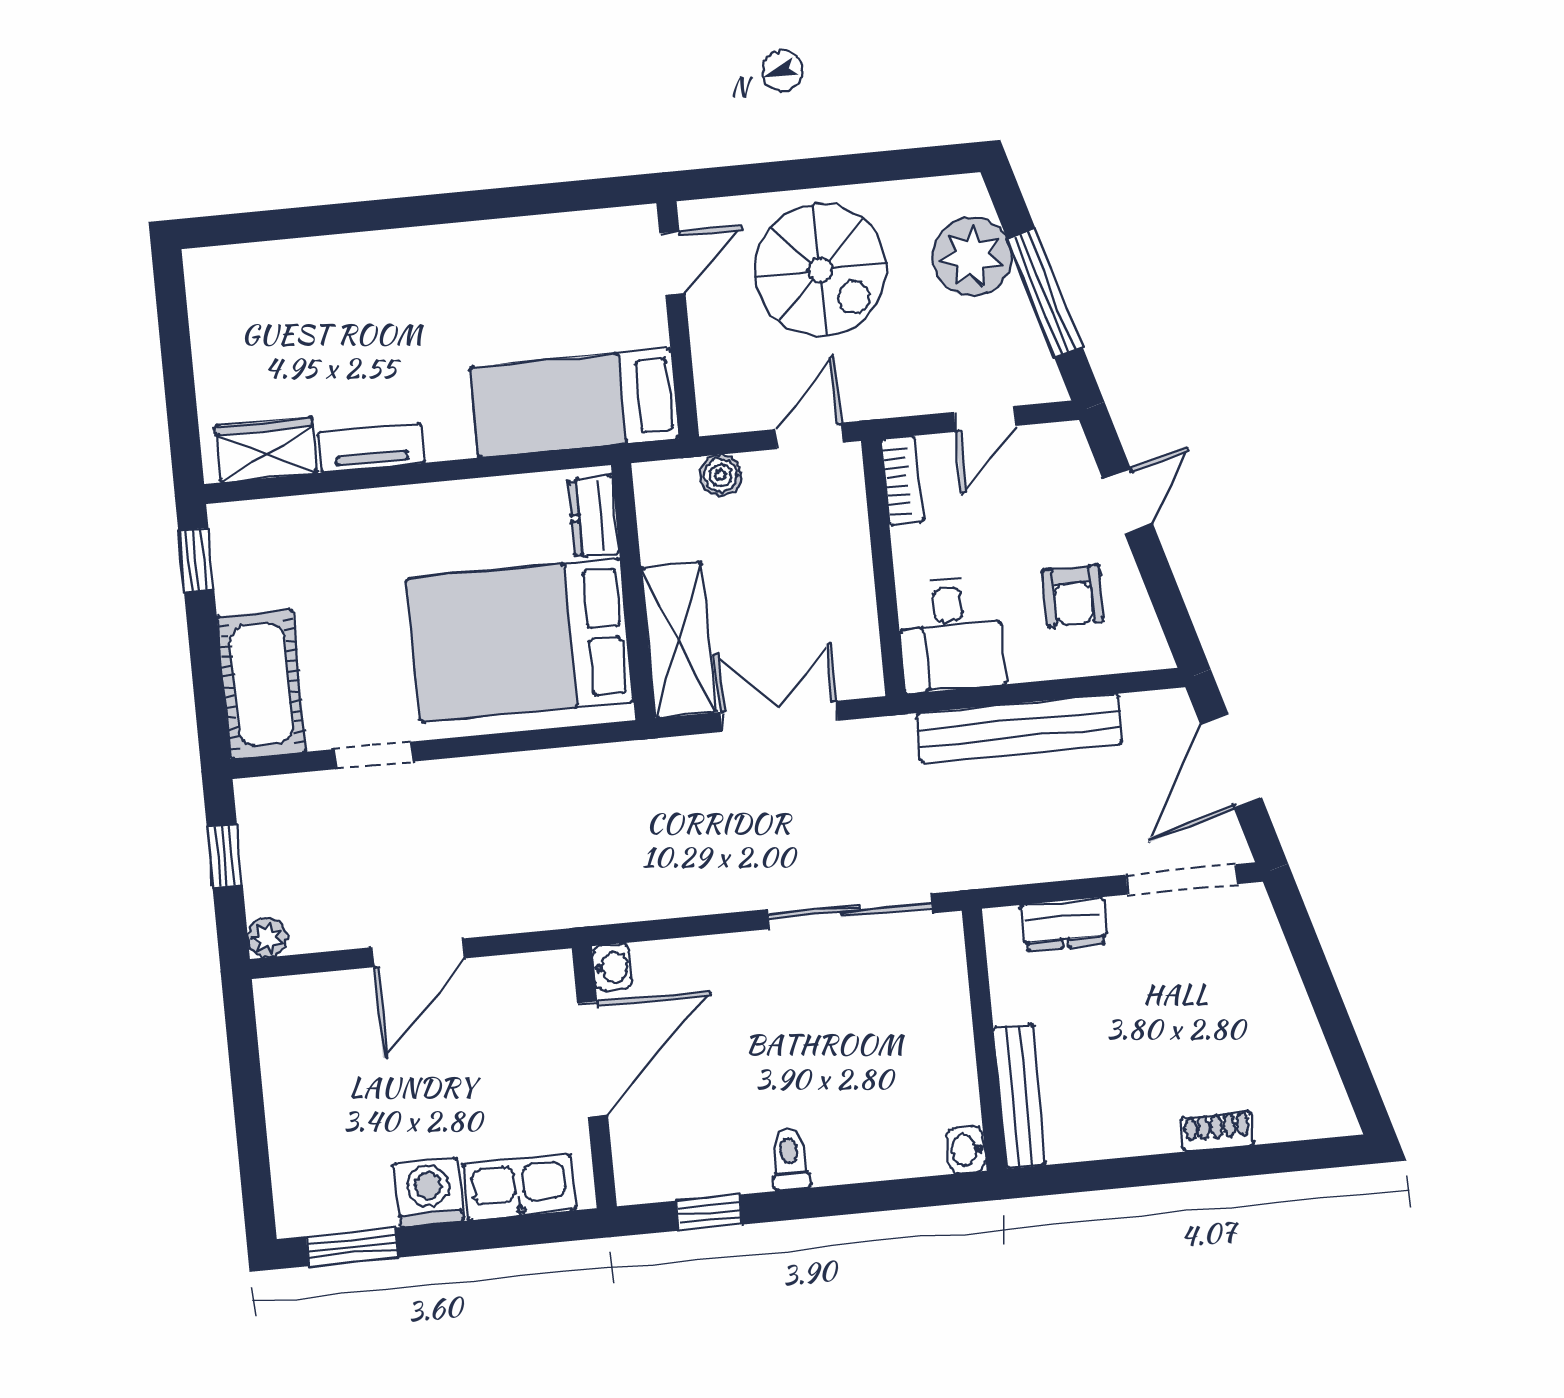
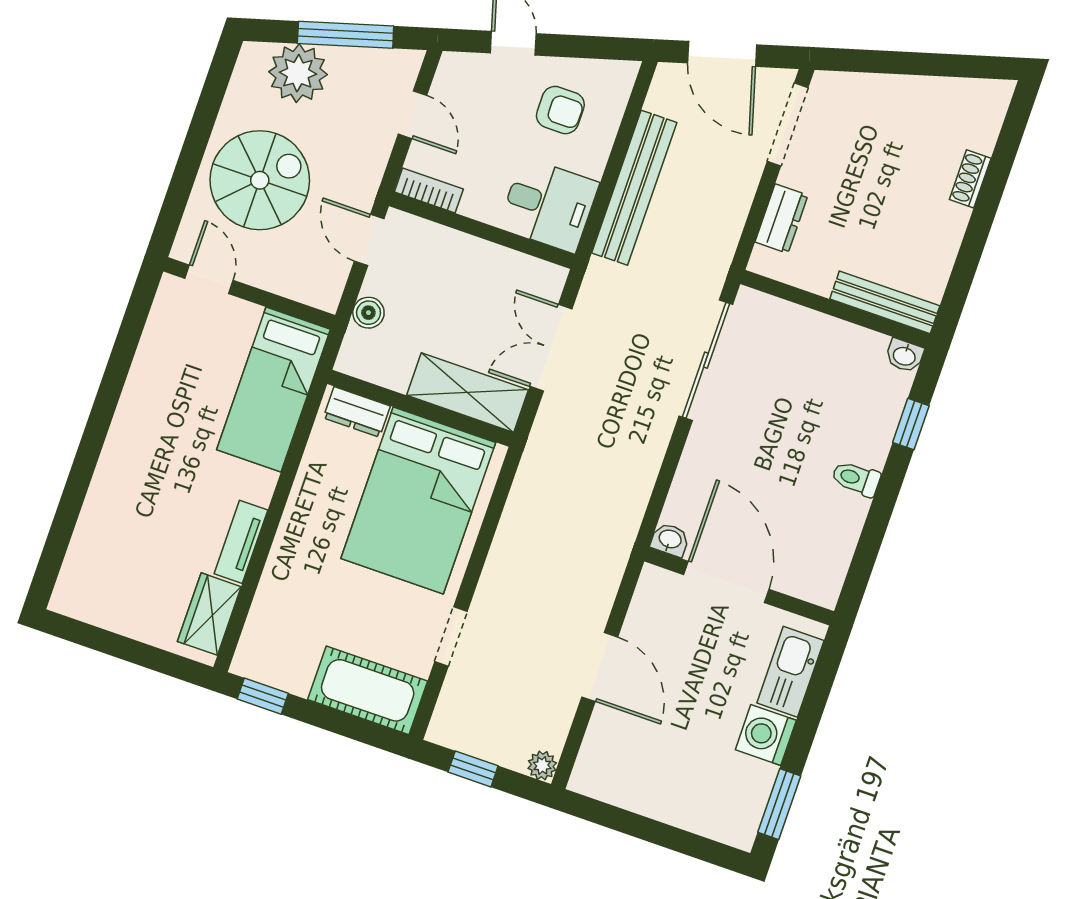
window: (709, 1213) -> (911, 424), moved

